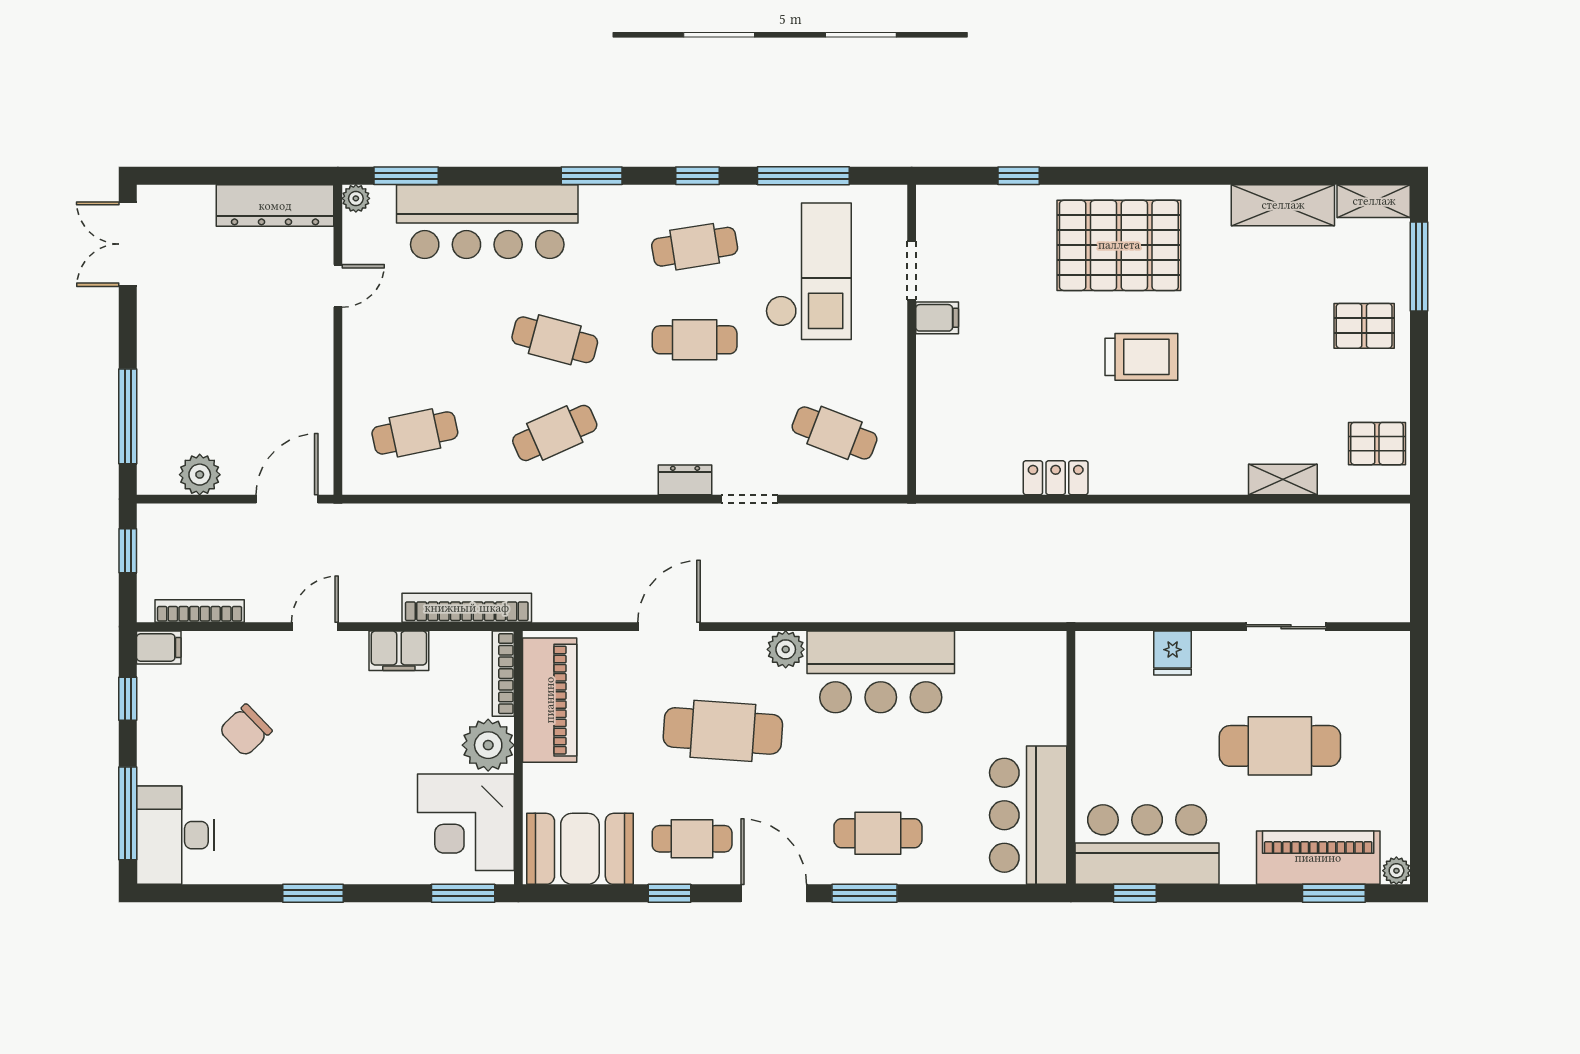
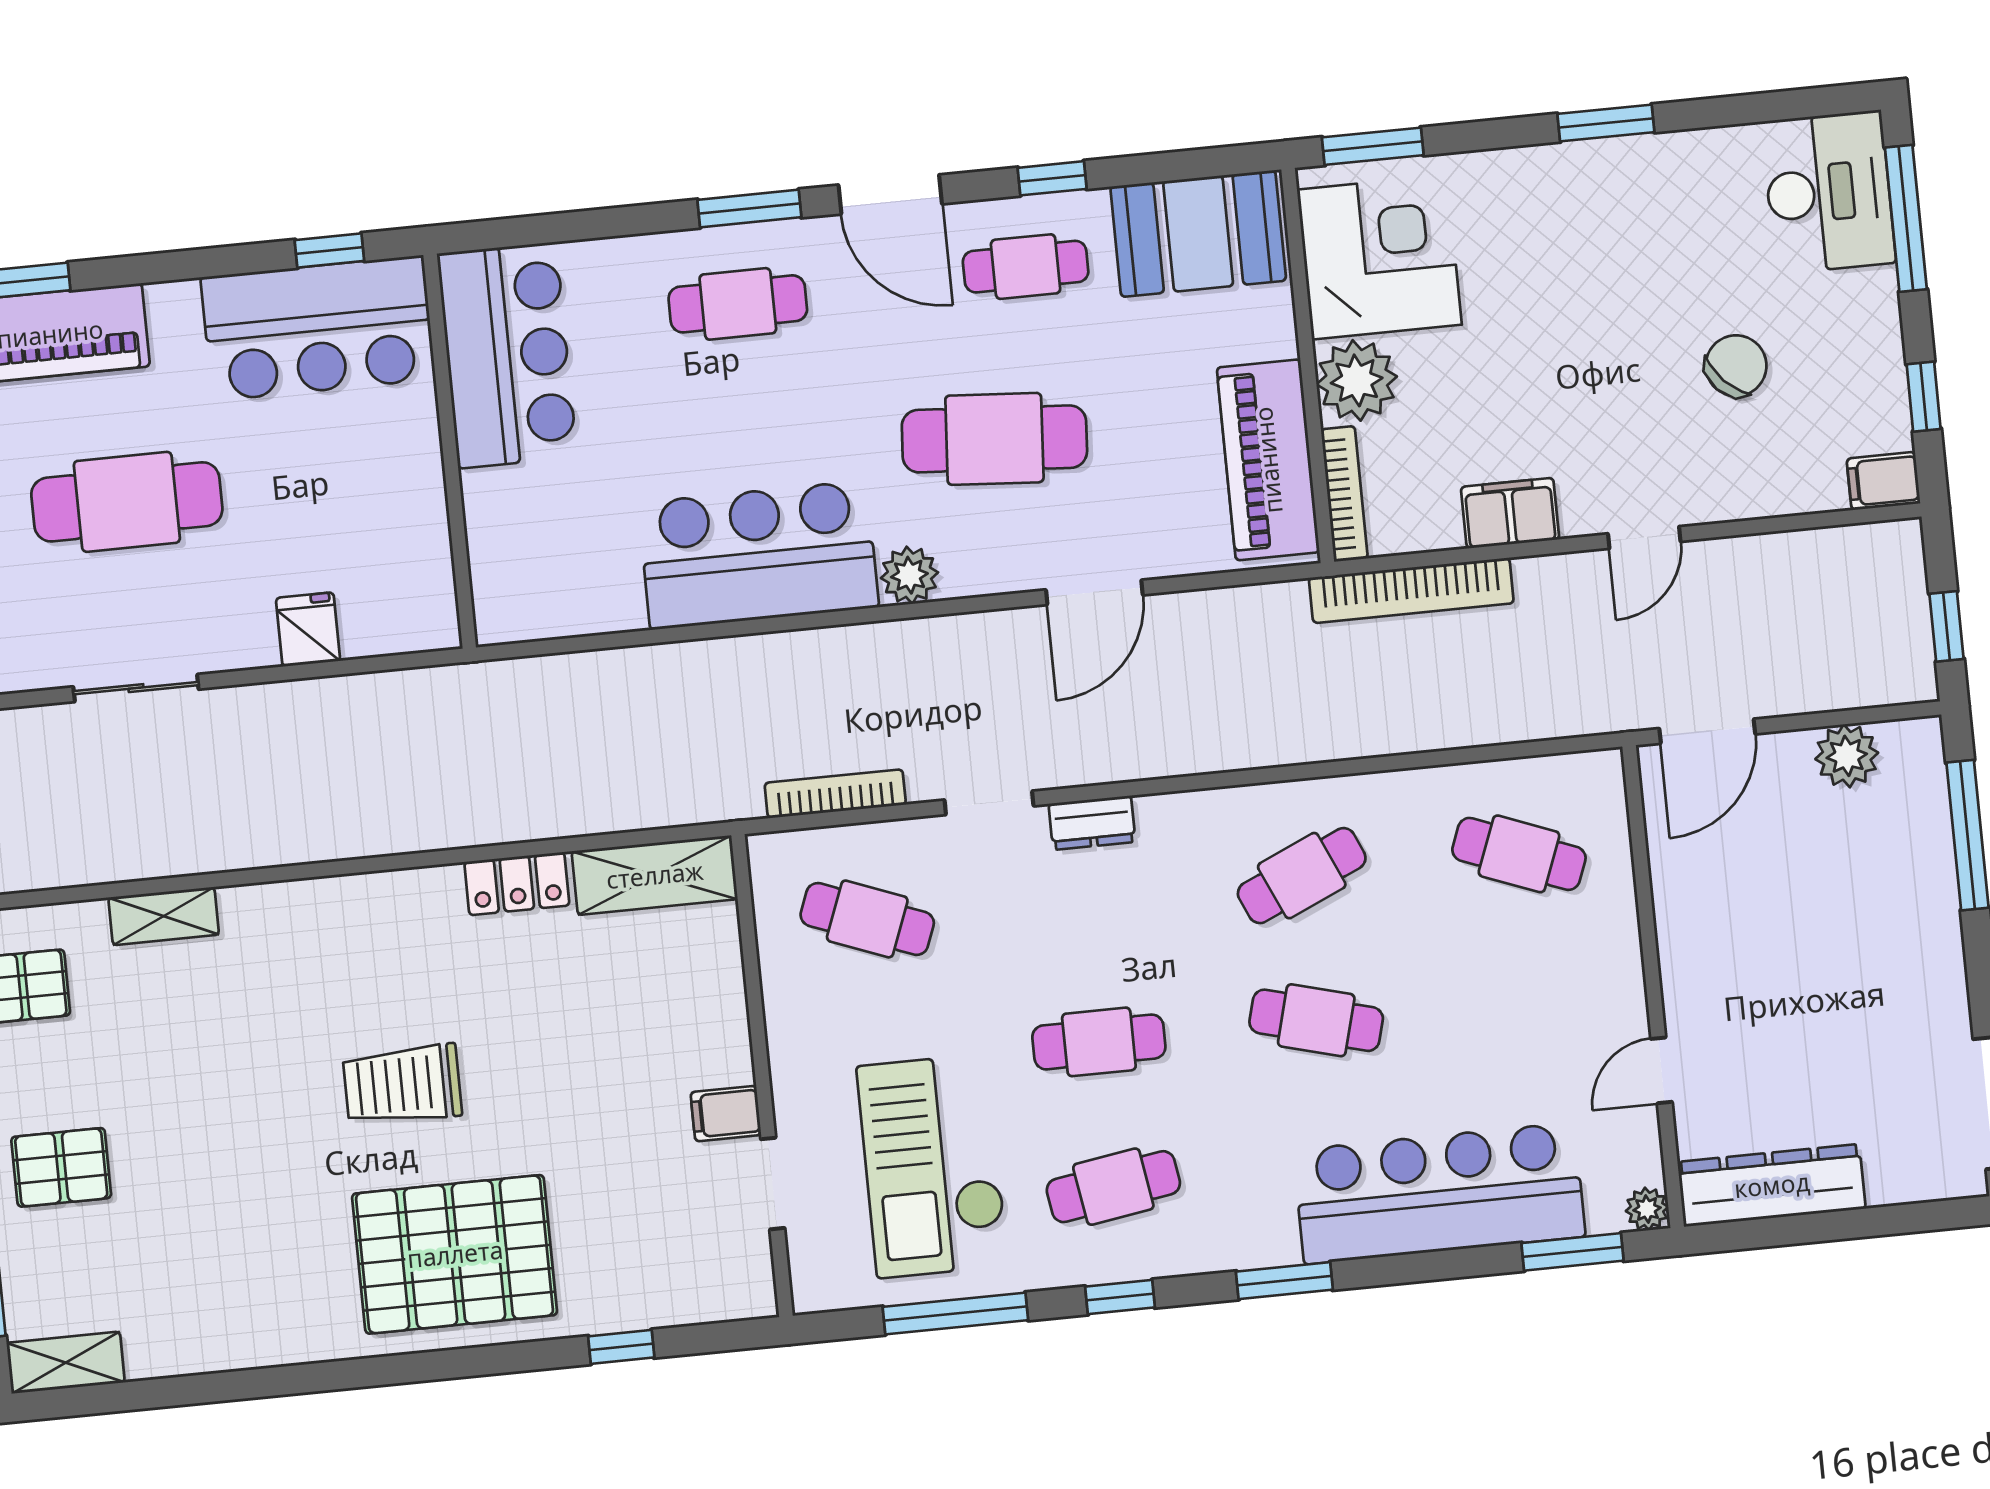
shelving: (1283, 205) -> (655, 875), moved
cafe table: (415, 433) -> (1519, 854), turned 33
bookcase: (200, 611) -> (835, 794), moved, turned 180

